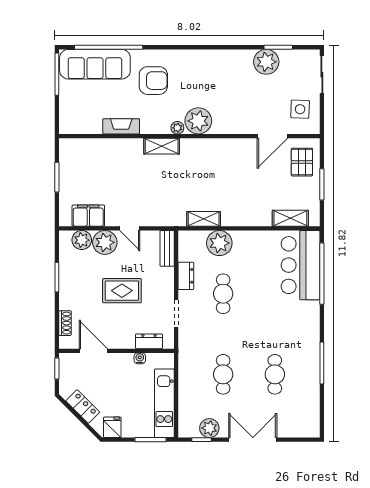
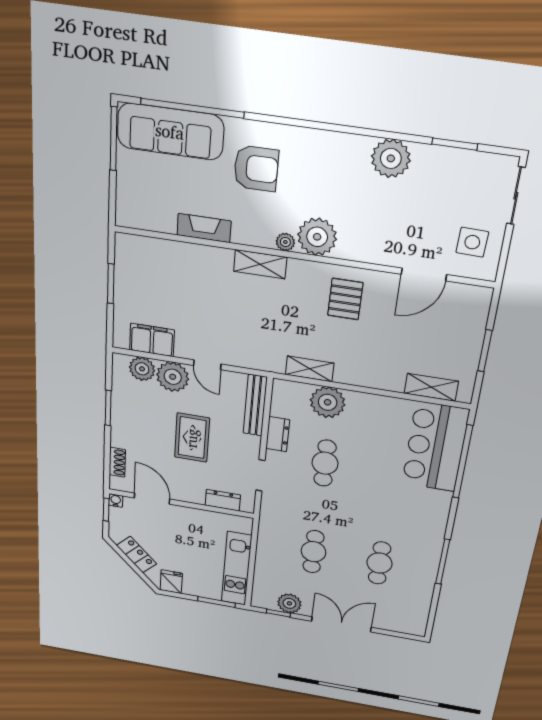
plant: (266, 62) -> (391, 158), moved
pallet: (302, 162) -> (345, 299), moved
bench: (167, 248) -> (255, 405), width x1.36
rug: (122, 291) -> (192, 438), turned 90
water cooler: (140, 358) -> (116, 500), moved

